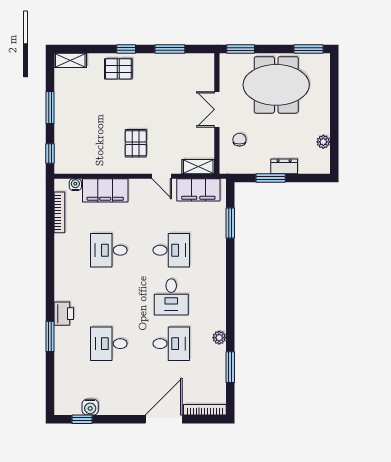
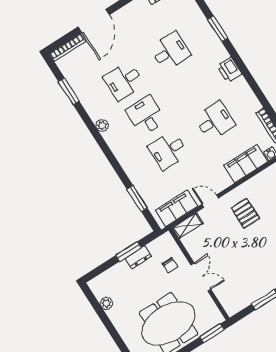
dresser: (284, 166) -> (138, 257), moved
printer: (64, 314) -> (229, 70), moved
plant: (219, 338) -> (102, 125), moved

